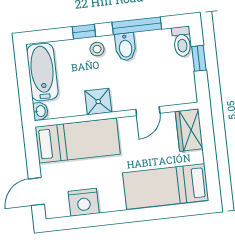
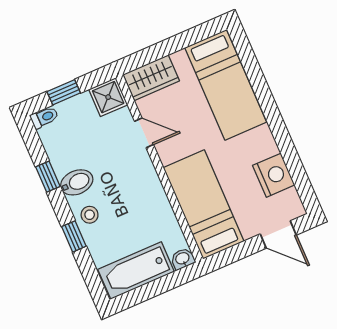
window: (137, 26) -> (48, 177), width x0.46
toilet: (182, 42) -> (44, 117), width x0.73, depth x0.72
shower: (98, 102) -> (108, 97), moved

